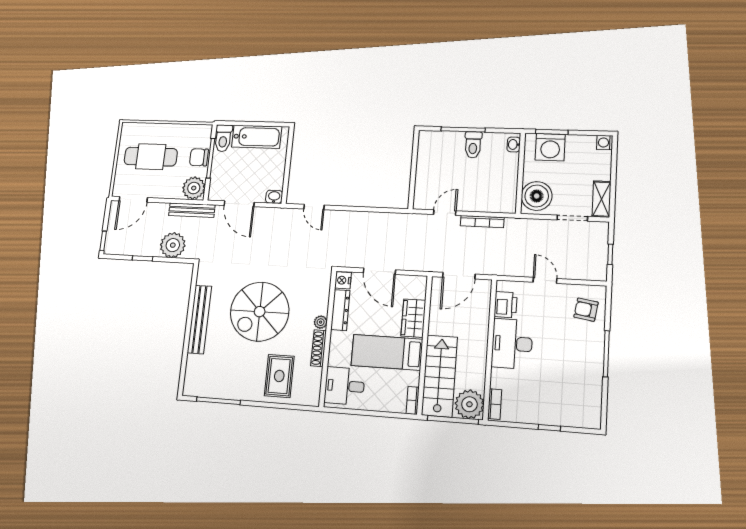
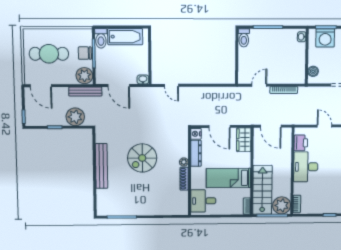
toilet: (473, 145) -> (244, 38), moved
boiler: (537, 196) -> (313, 71), width x0.54, depth x0.54
door: (133, 199) -> (41, 86), hinge flipped
door: (459, 276) -> (271, 126), hinge flipped
spiral stairs: (260, 312) -> (142, 158), width x0.73, depth x0.73
wardrobe: (413, 318) -> (244, 140), moved
rug: (279, 376) -> (160, 198), removed

